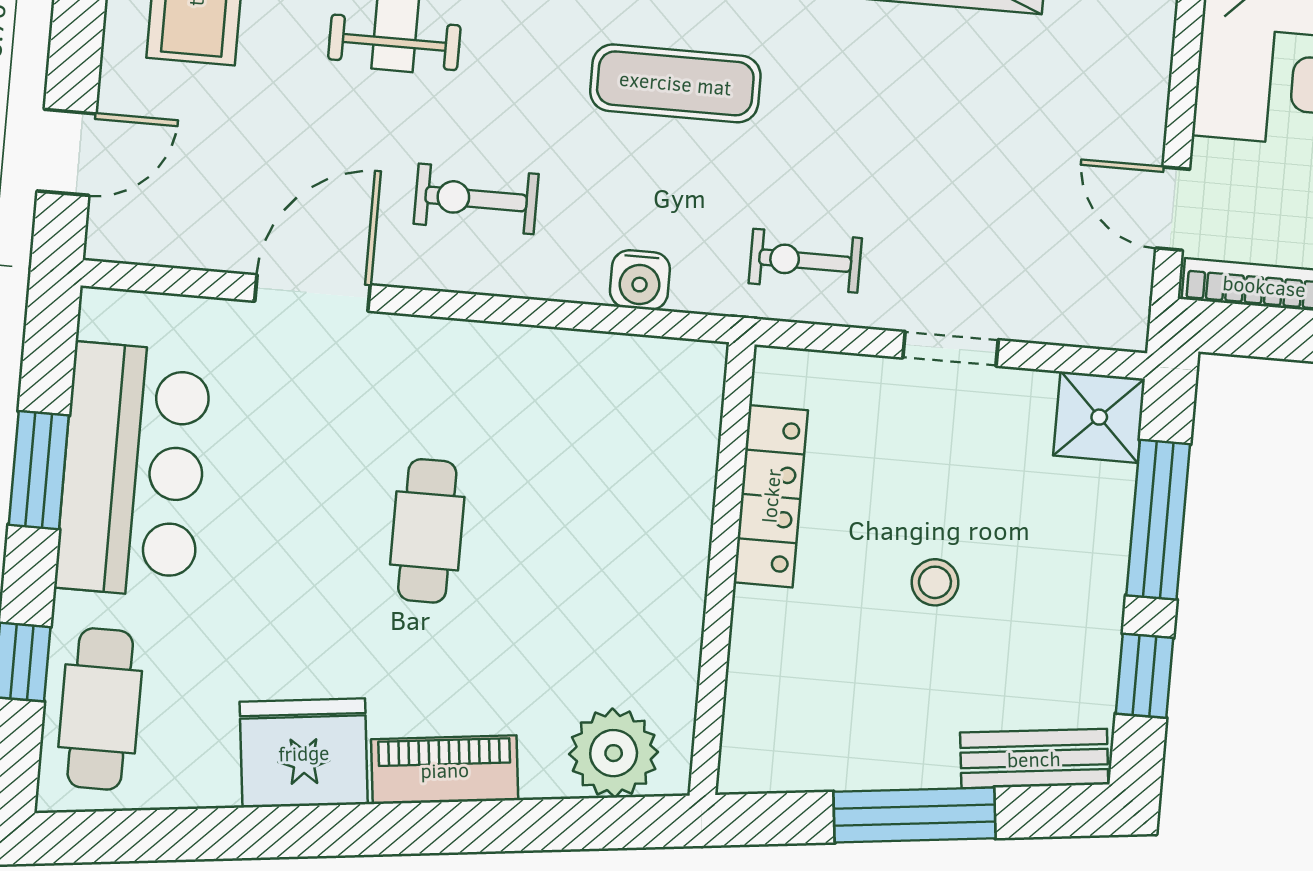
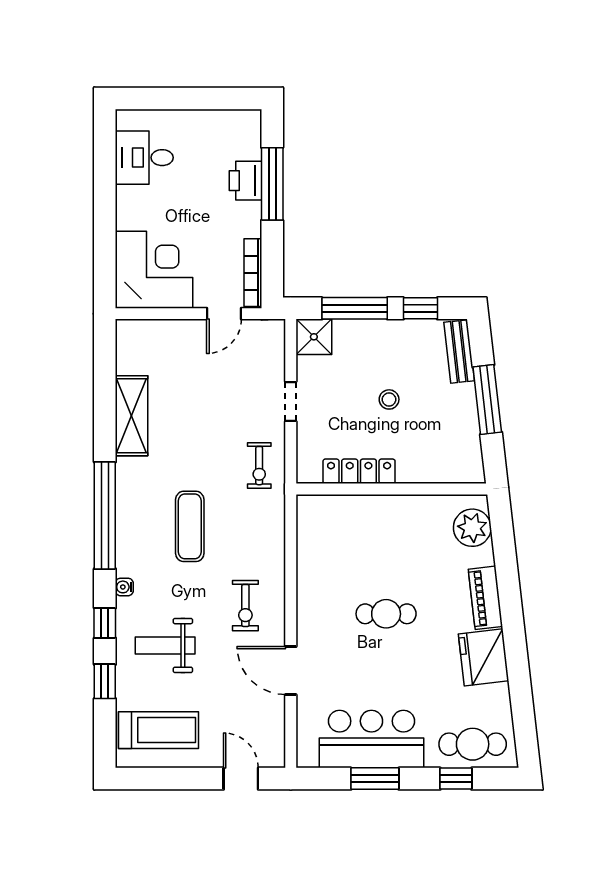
water cooler: (640, 280) -> (273, 534), removed

